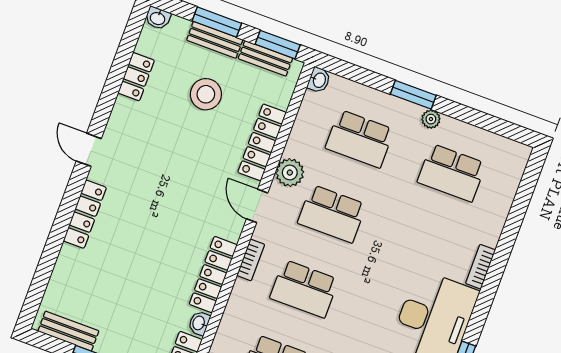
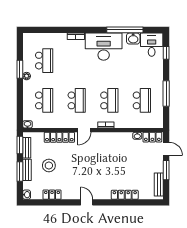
window: (413, 95) -> (20, 69), moved
door: (89, 150) -> (87, 202), swing flipped
plant: (290, 173) -> (67, 122), removed
locker: (85, 214) -> (125, 195), moved
locker: (213, 275) -> (117, 137), removed

